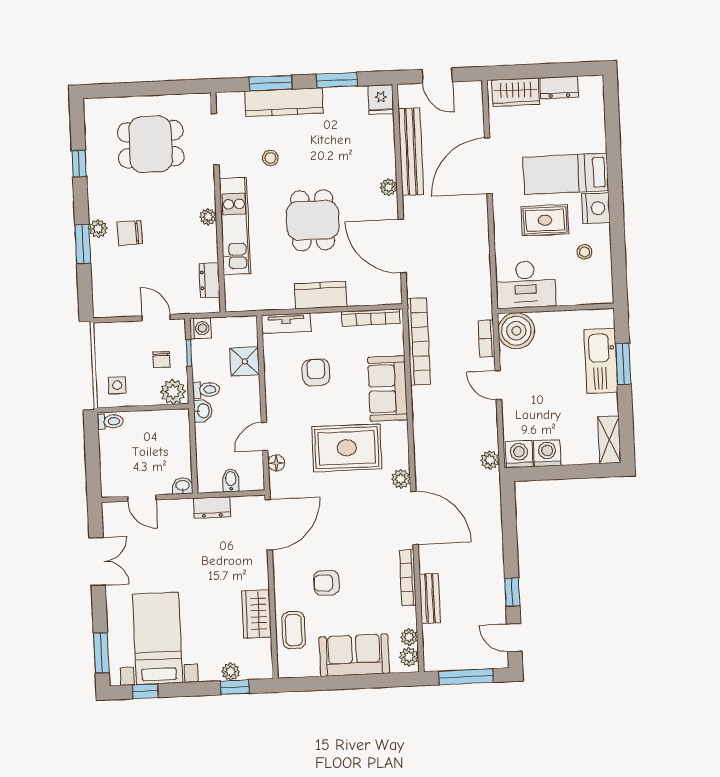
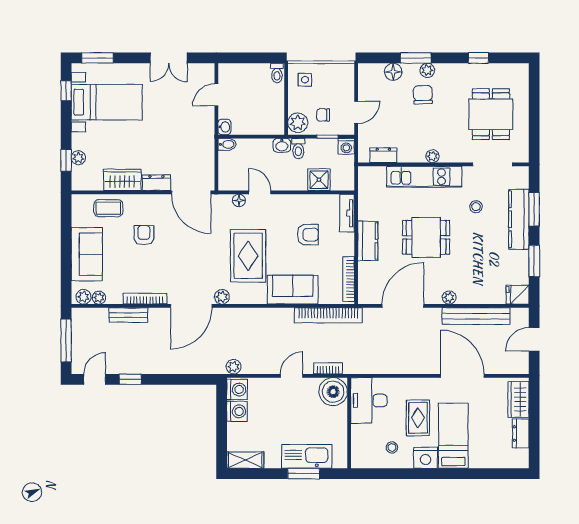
floor lamp: (102, 272) -> (393, 72), added
bidet: (231, 480) -> (227, 144), moved
dresser: (212, 507) -> (156, 183), moved, turned 90

